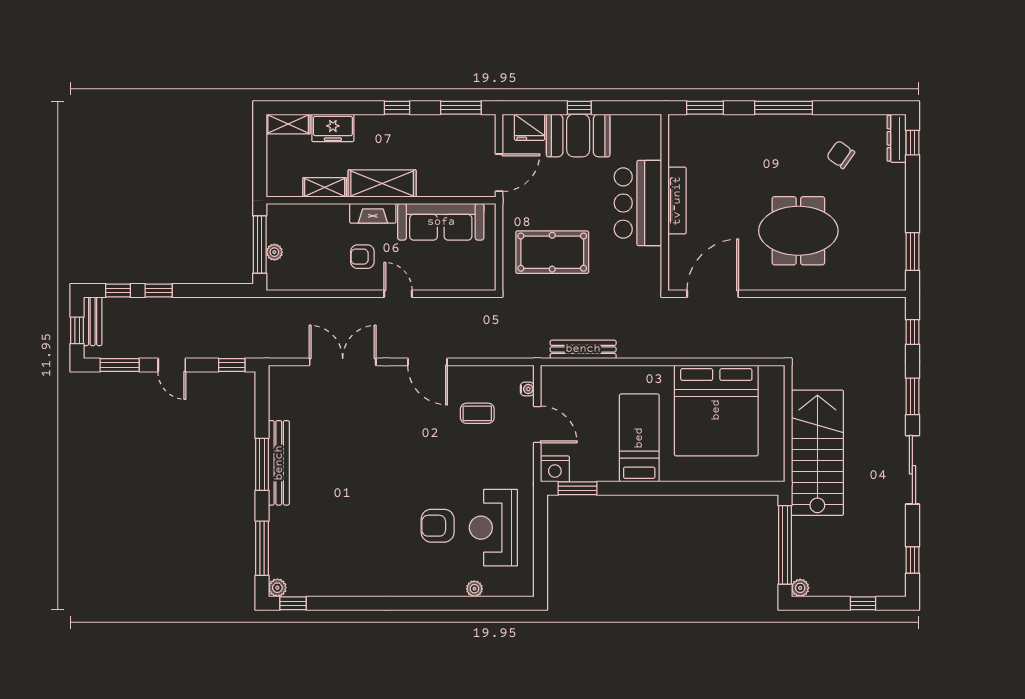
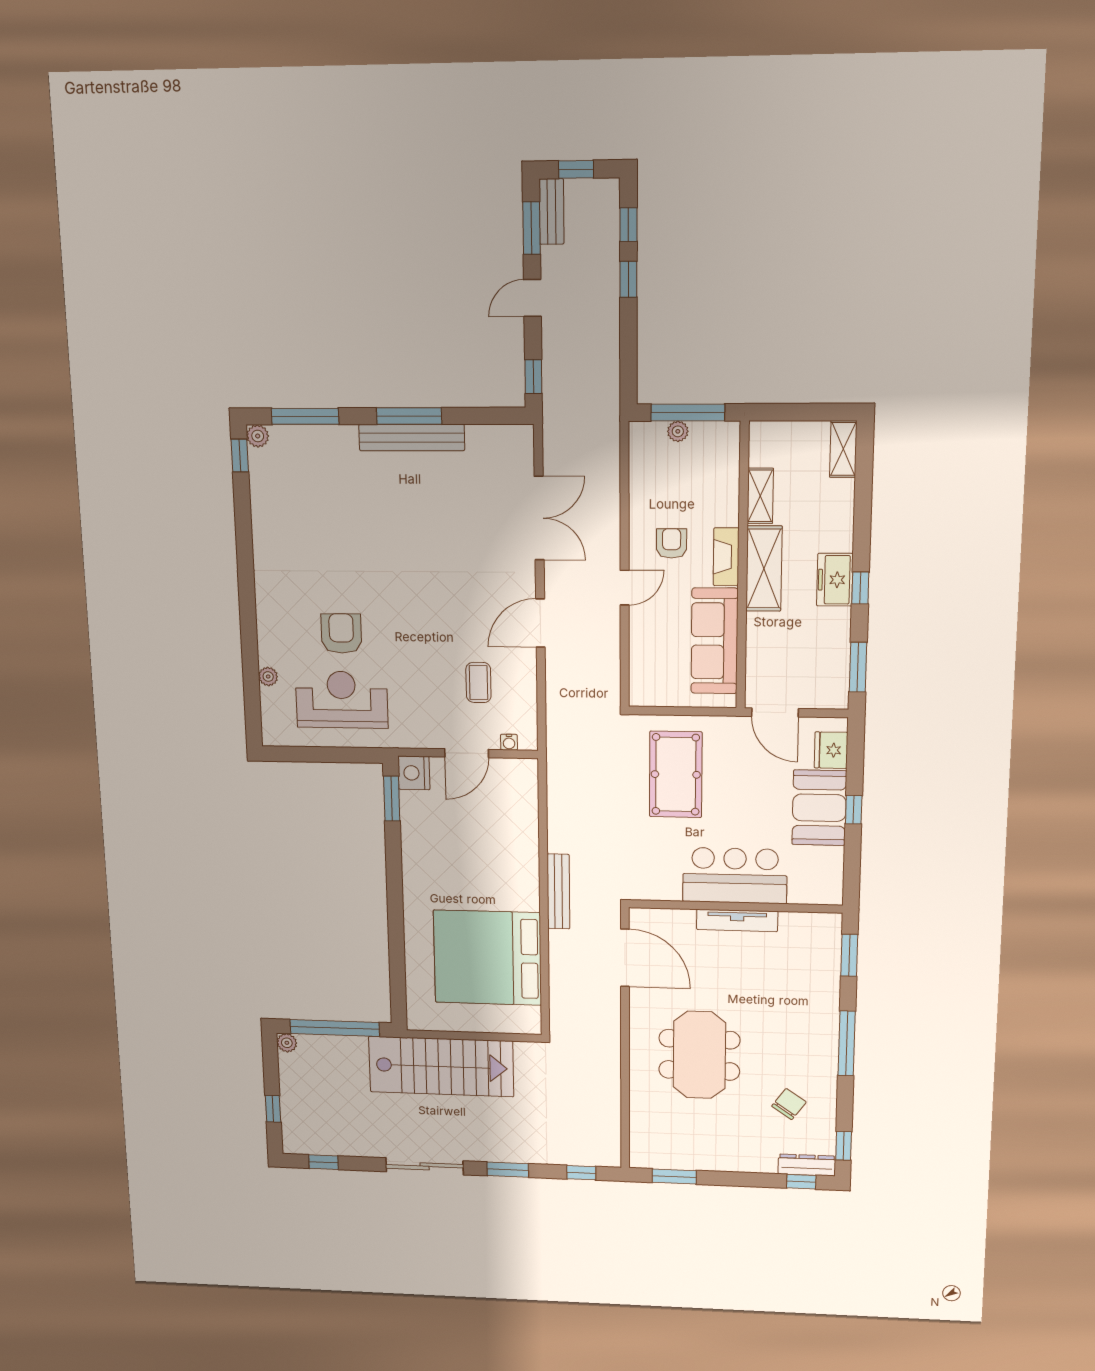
window: (877, 108) -> (844, 1146), added
freezer: (333, 128) -> (835, 580), moved
bench: (93, 321) -> (552, 212), moved, turned 90
bench: (583, 349) -> (558, 892), moved
bed: (639, 438) -> (453, 871), removed

